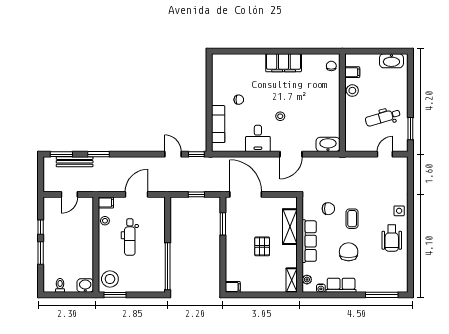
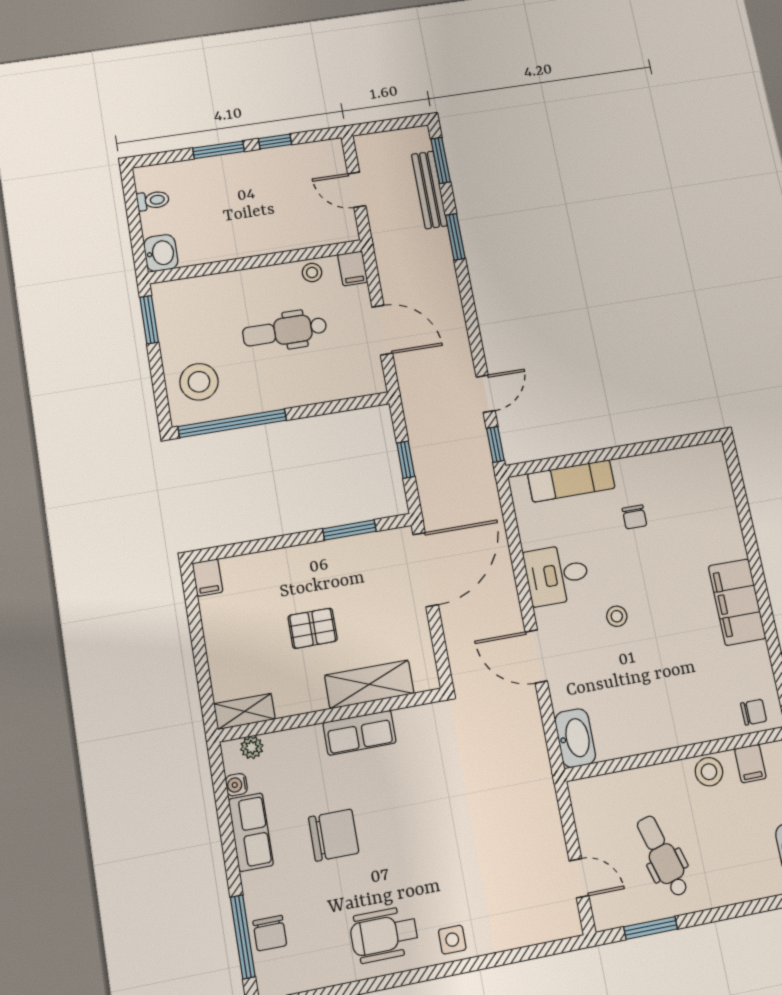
chair: (328, 209) -> (270, 933), moved
coffee table: (352, 219) -> (414, 828), removed
row of seats: (309, 241) -> (360, 733), width x0.68
stool: (110, 279) -> (199, 382), moved

